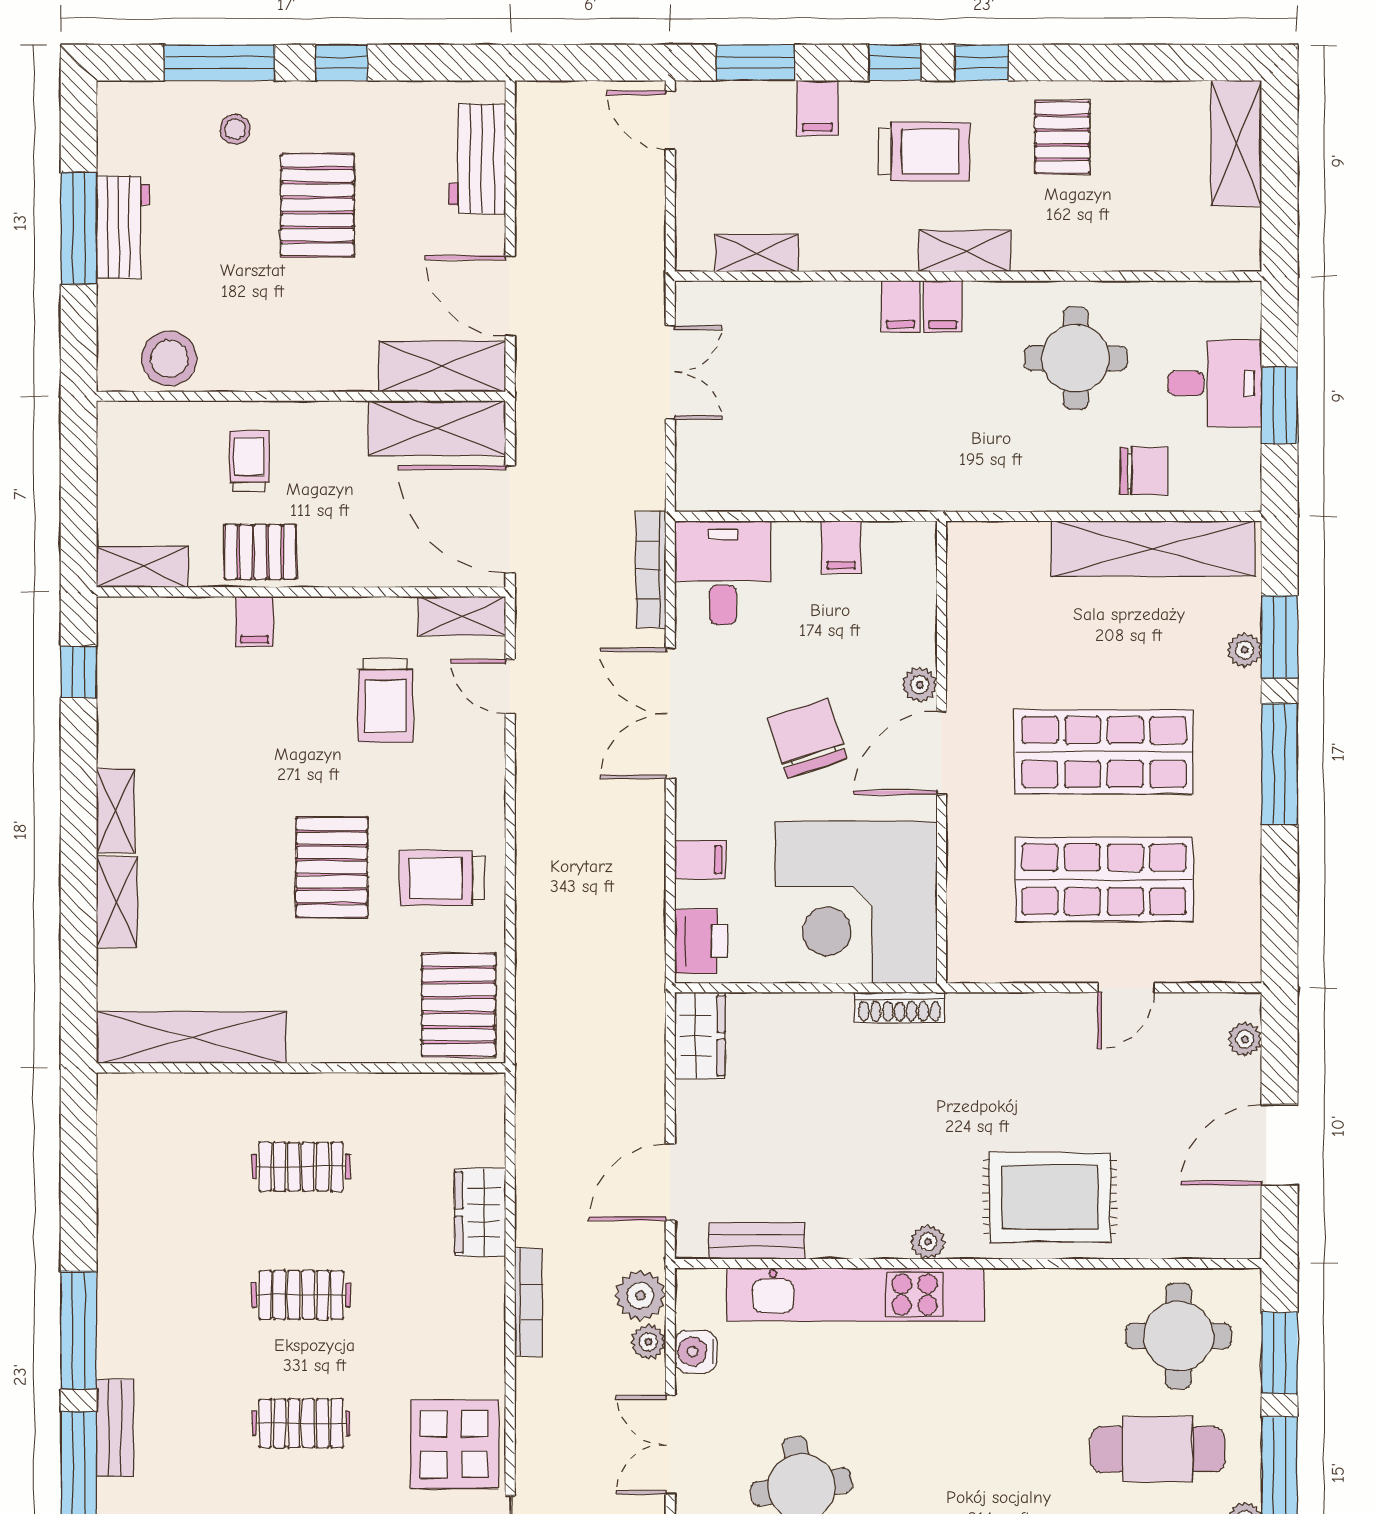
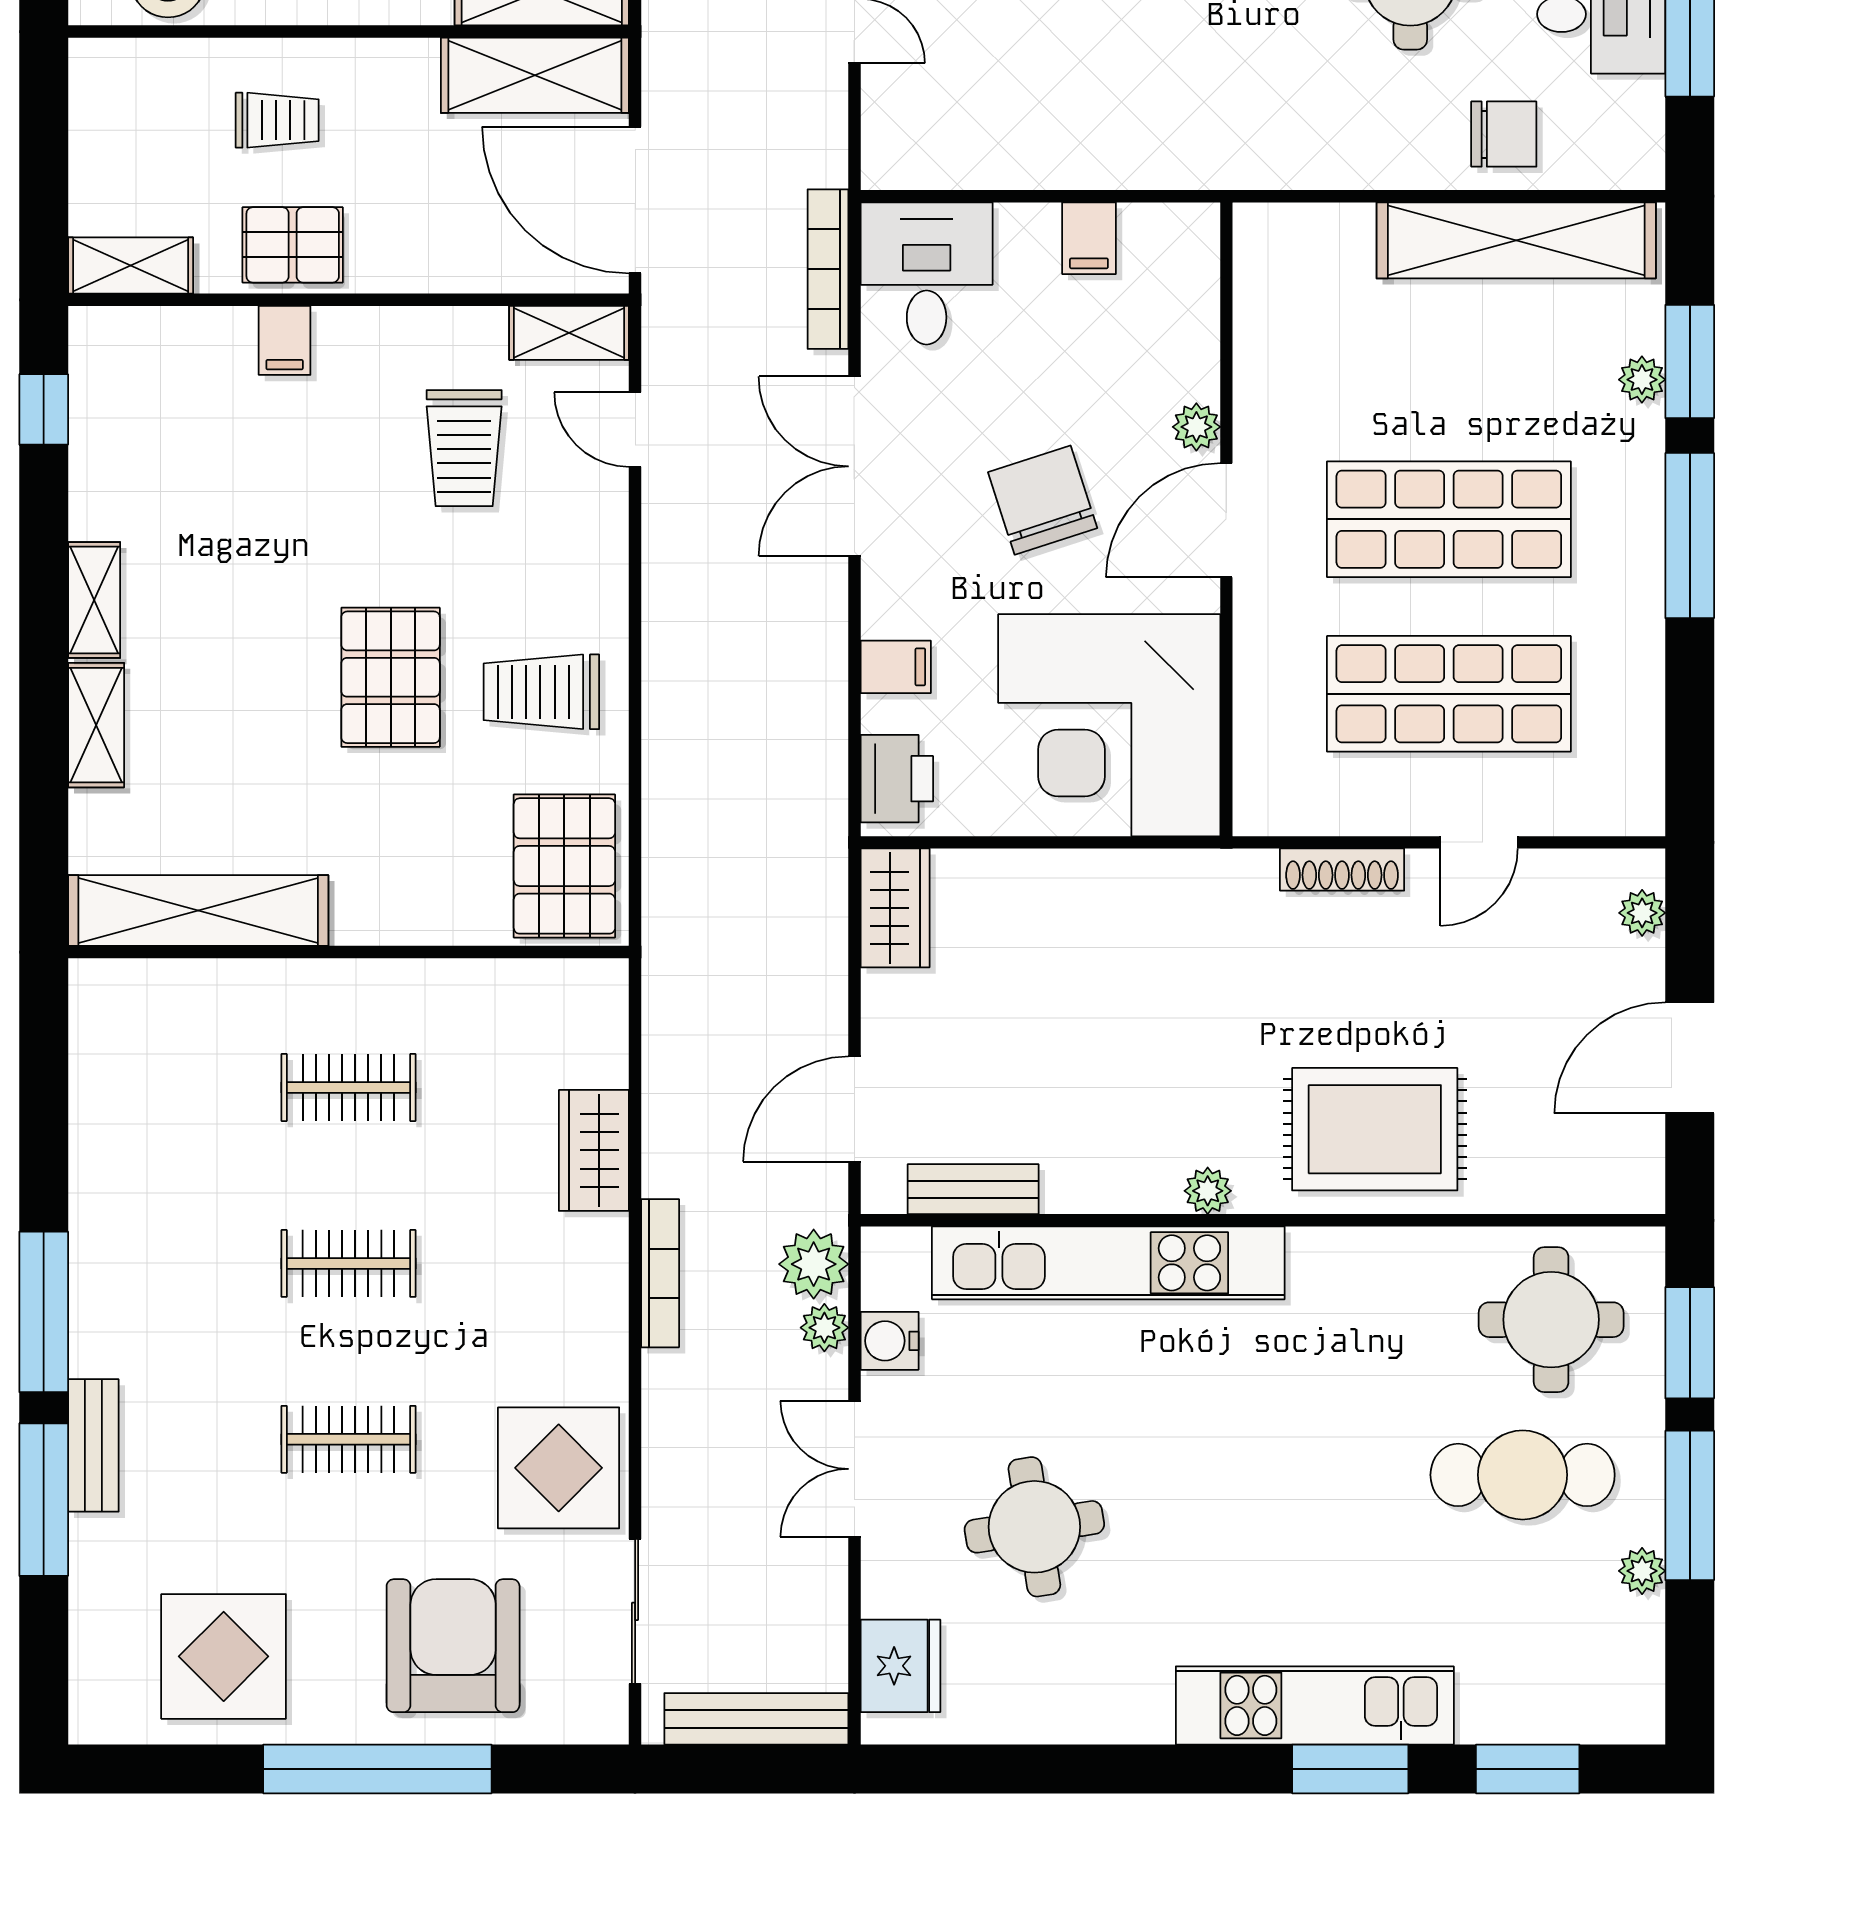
trolley: (249, 461) -> (277, 120), turned 90
shoe rack: (900, 1008) -> (1342, 870), moved

